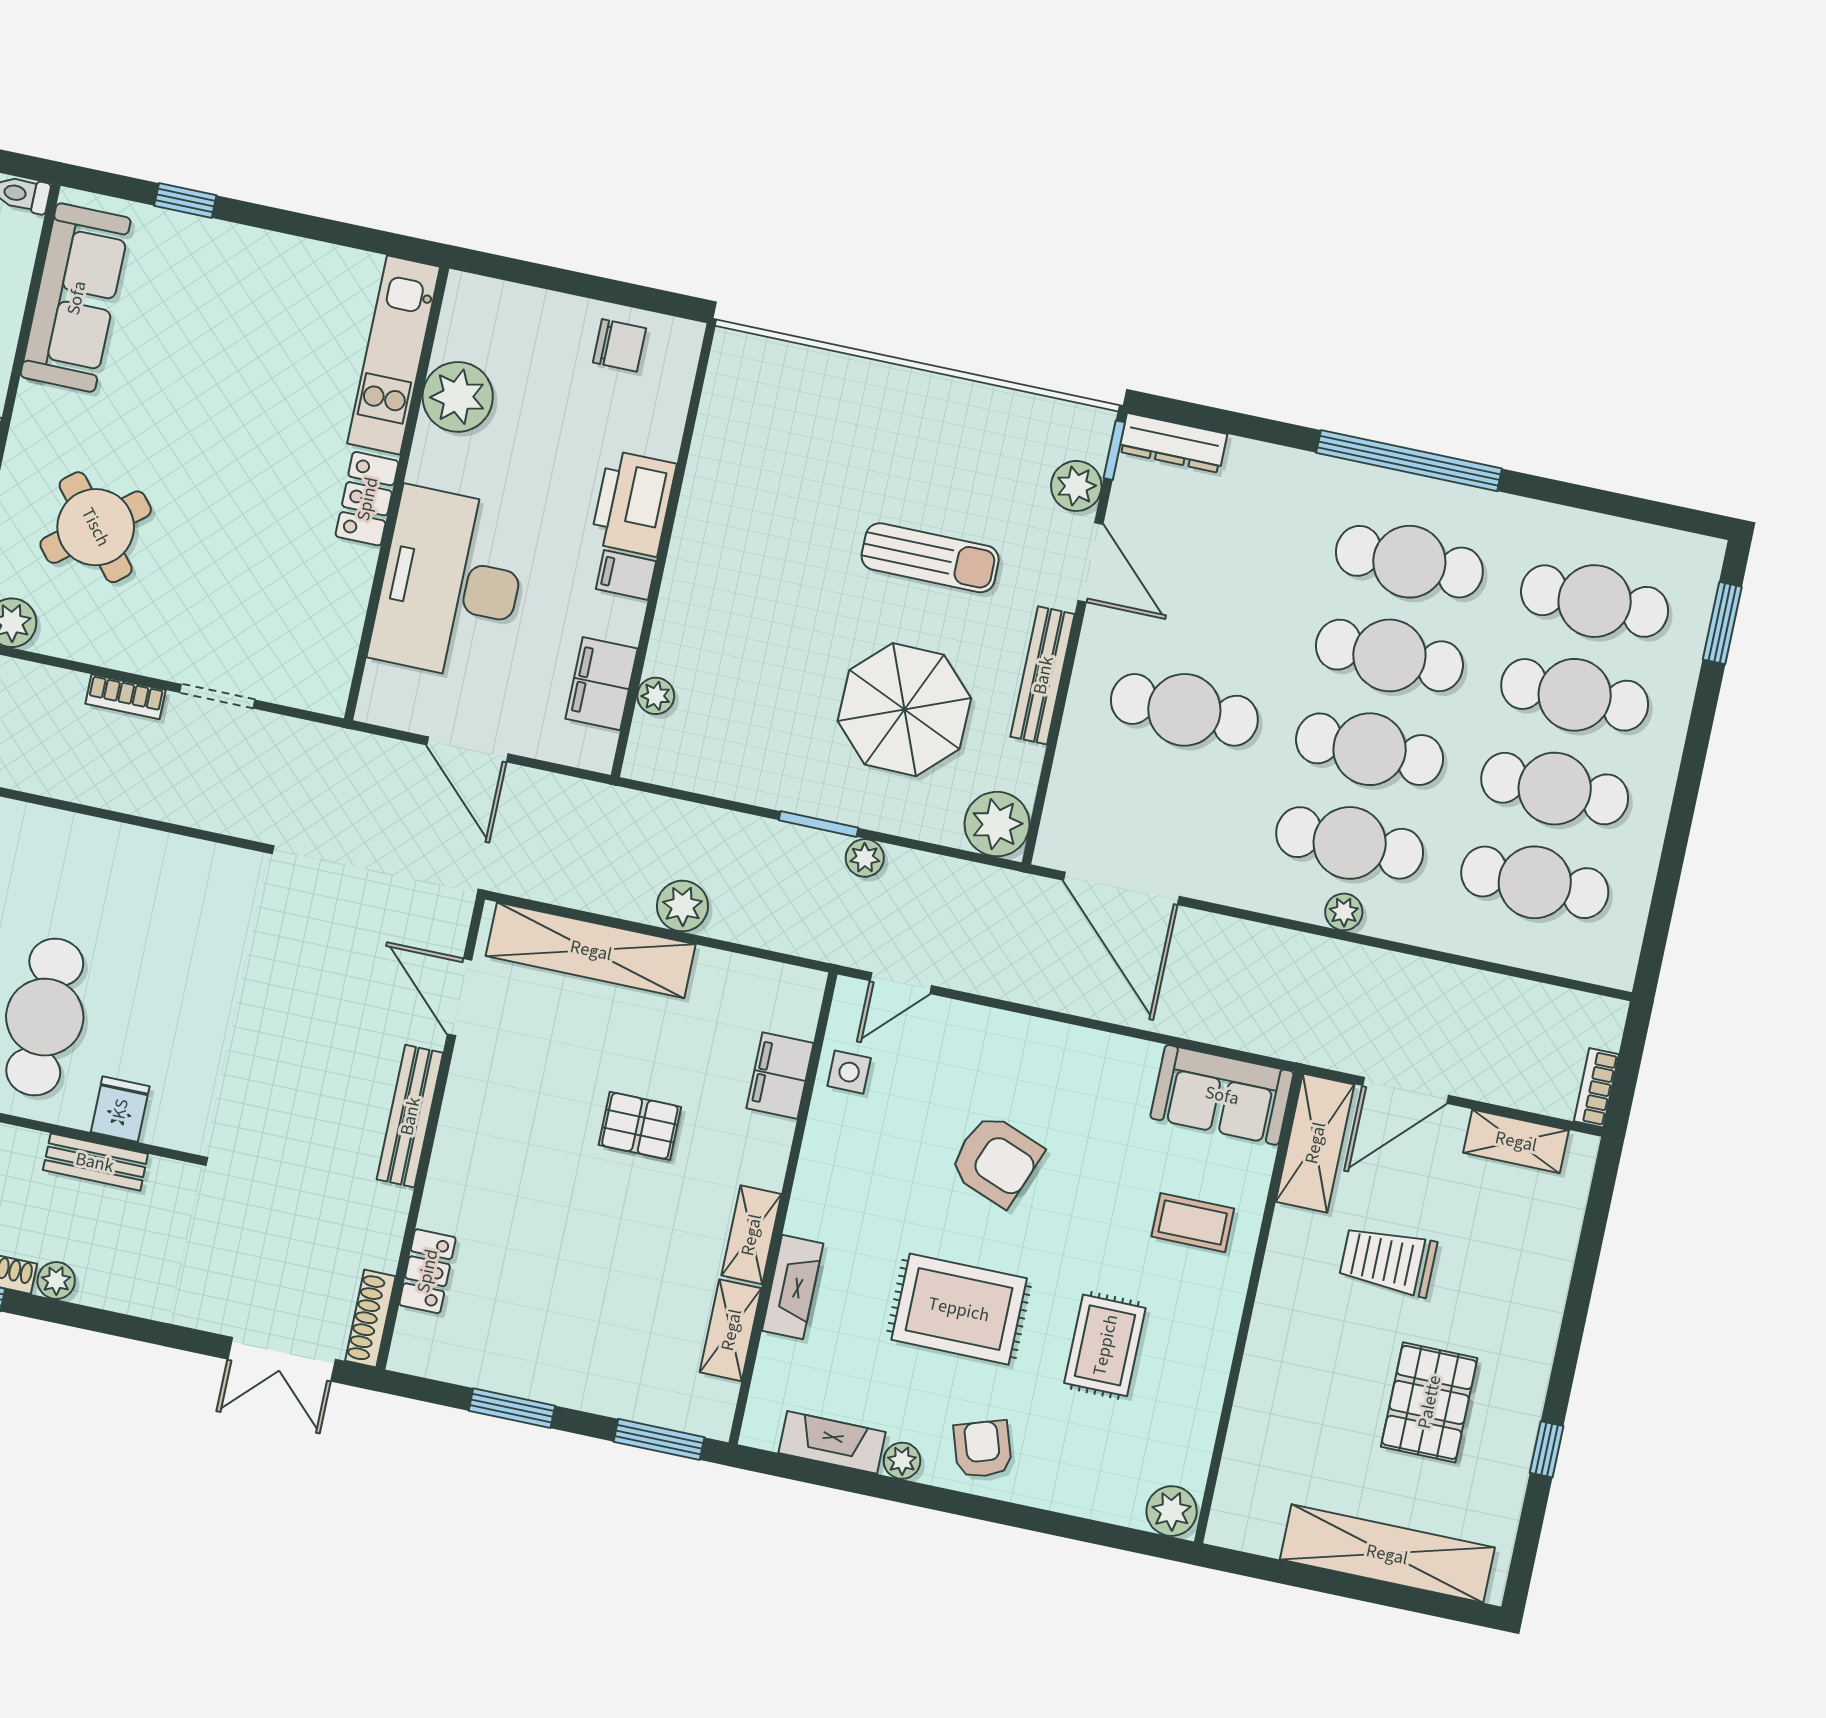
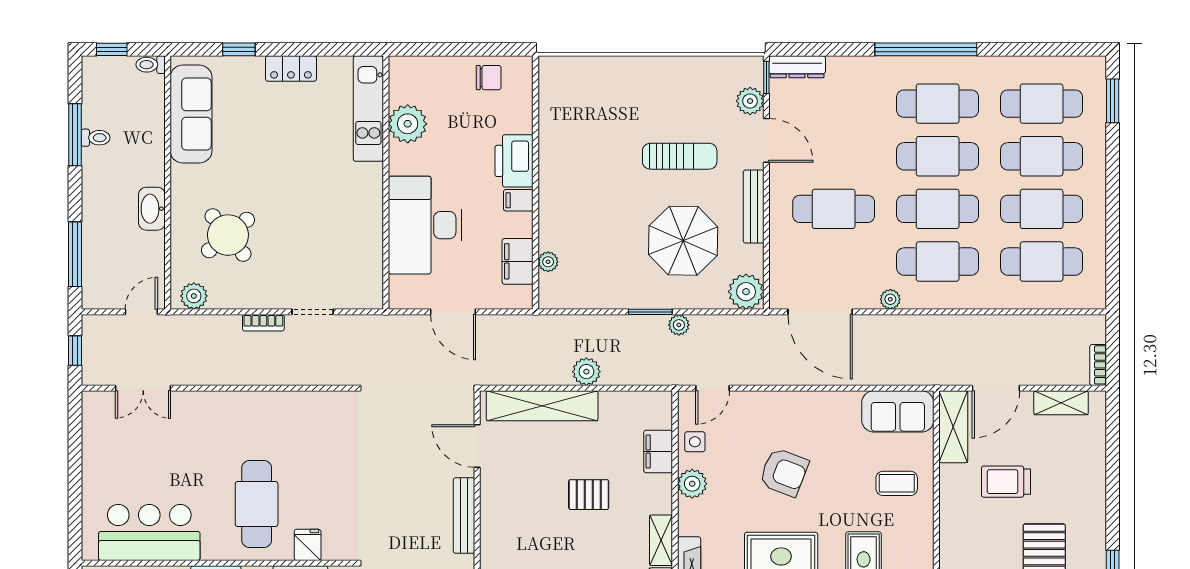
locker: (367, 499) -> (291, 69), moved, turned -90
plant: (1344, 912) -> (890, 299), moved
plant: (828, 1146) -> (692, 484), added

